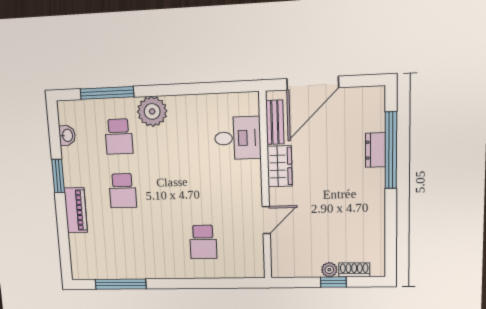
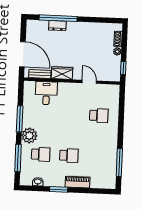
window: (182, 89) -> (20, 119), added
window: (333, 282) -> (123, 68), moved

